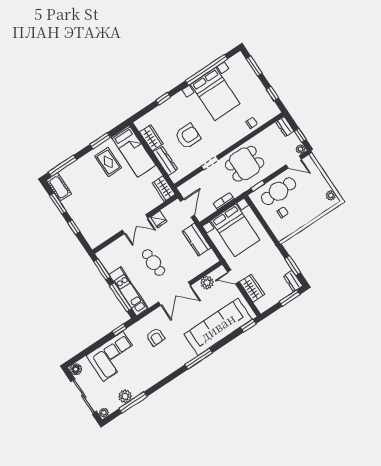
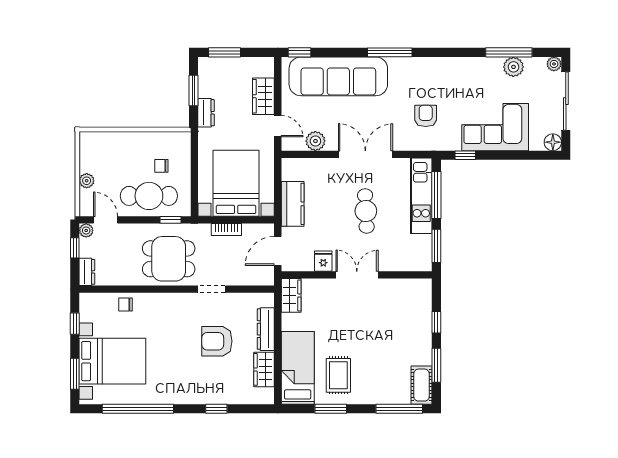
bed with nightstands: (215, 94) -> (112, 361), moved, turned 90
plant: (331, 195) -> (87, 181), moved
dresser: (293, 281) -> (206, 113), moved

